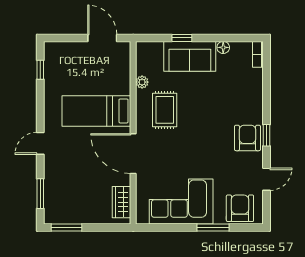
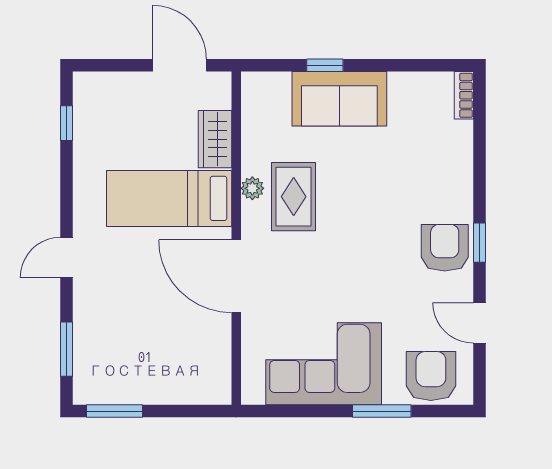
floor lamp: (223, 47) -> (400, 83), removed
plant: (142, 82) -> (252, 188), moved
door: (267, 179) -> (479, 323), swing flipped
wardrobe: (122, 202) -> (215, 139), moved

